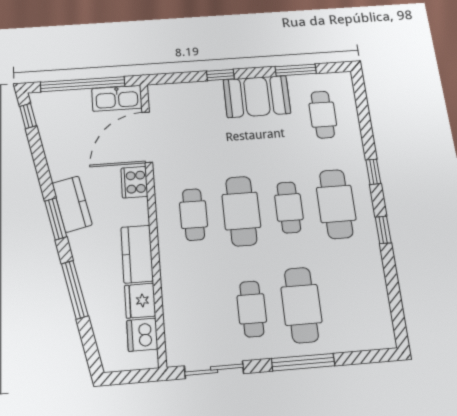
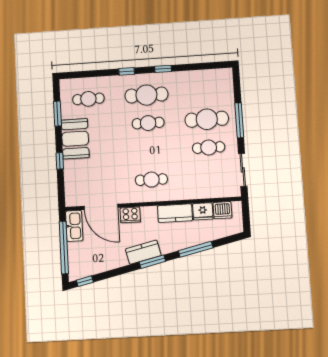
cafe table: (241, 211) -> (150, 151), removed

